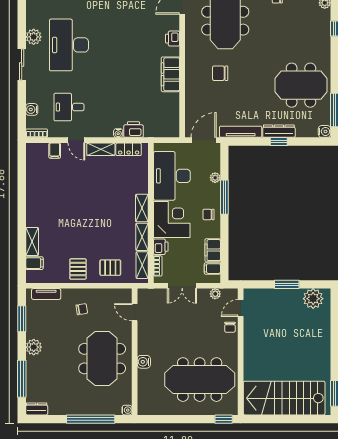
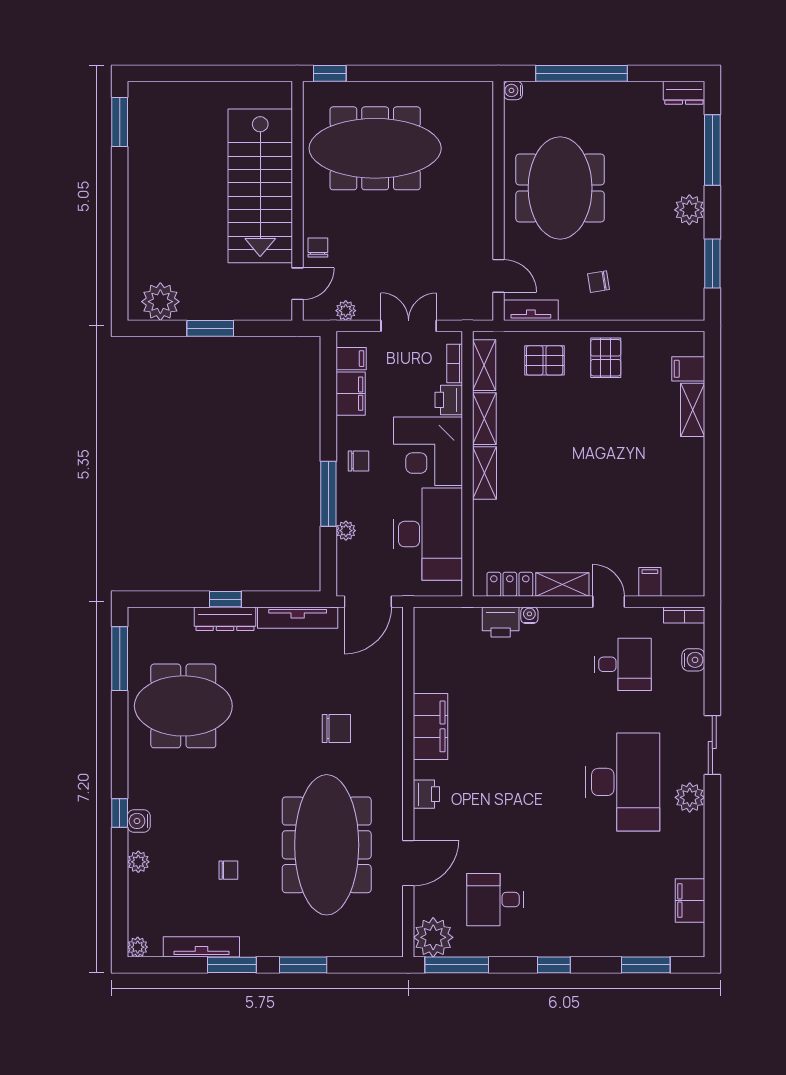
water cooler: (324, 131) -> (139, 821), moved
tv unit: (46, 294) -> (531, 310), moved
water cooler: (144, 362) -> (481, 182), removed
stairs: (284, 398) -> (260, 186), moved, turned 90

